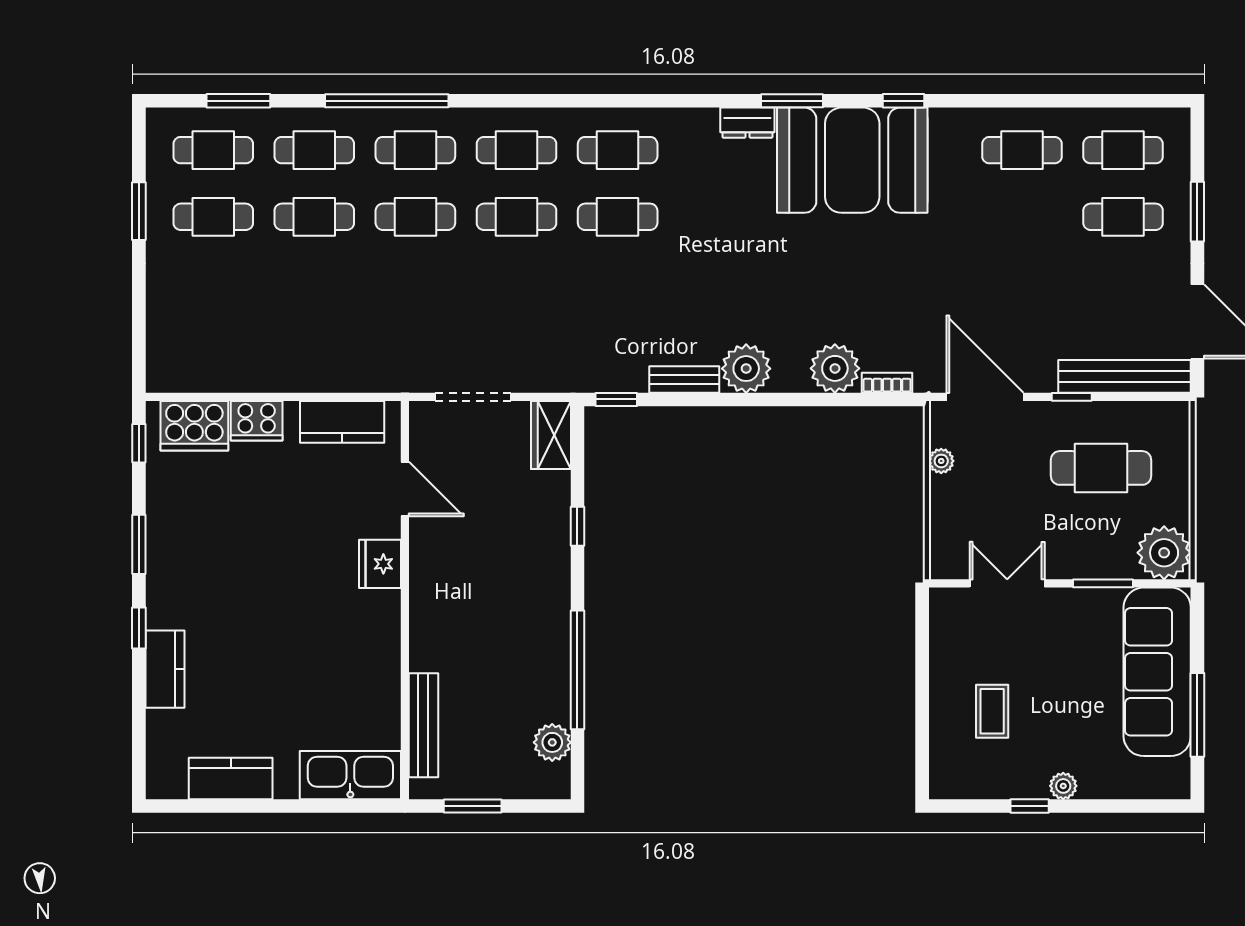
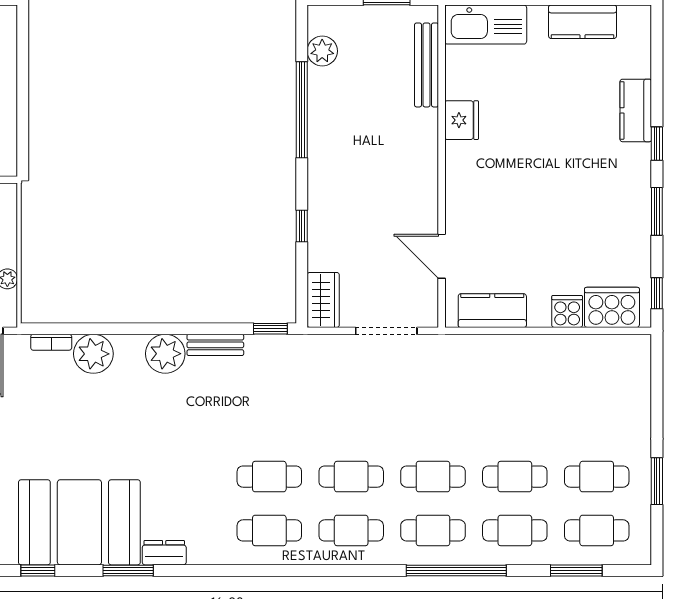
cooker: (257, 421) -> (567, 311), width x0.73
fridge: (380, 564) -> (462, 120), moved

